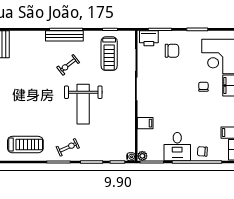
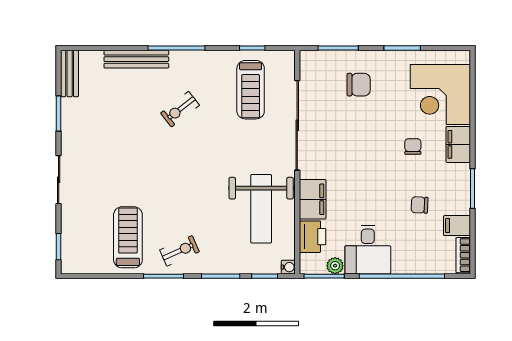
bench: (64, 36) -> (136, 59), moved
printer: (149, 38) -> (313, 237), moved, turned -90
weight bench: (83, 104) -> (261, 209), moved
filing cabinet: (145, 123) -> (313, 199), width x2.00
treadmill: (25, 145) -> (128, 237), moved, turned -90
chair: (202, 151) -> (420, 205), moved
plant: (142, 156) -> (335, 266), moved

